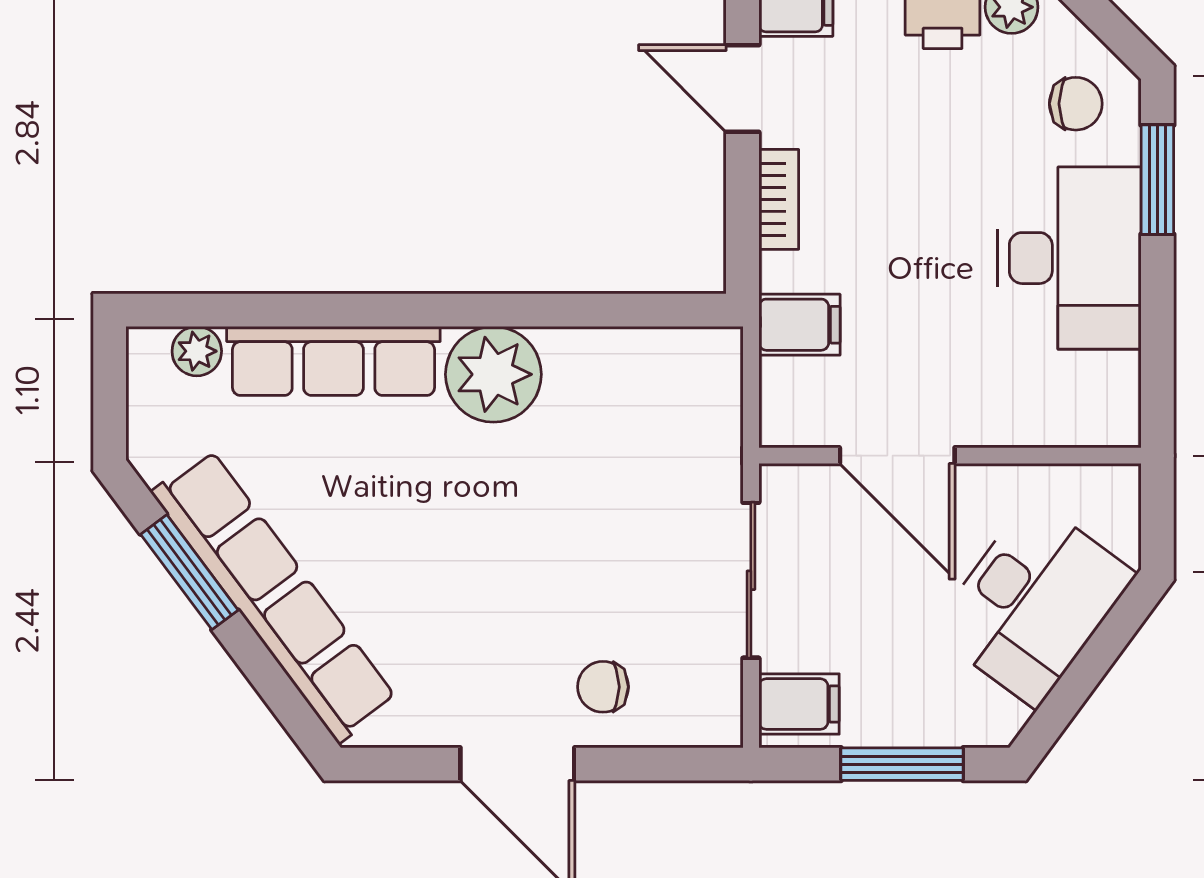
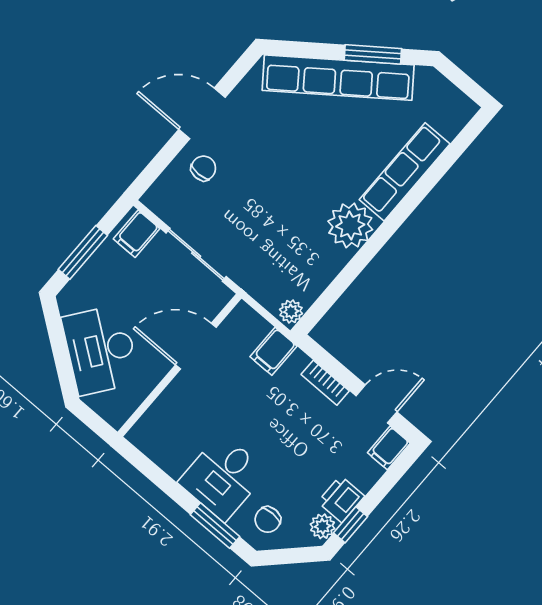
desk: (1069, 258) -> (223, 477), width x0.73
plant: (197, 351) -> (291, 311), moved

